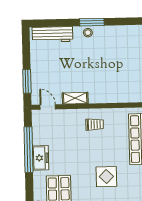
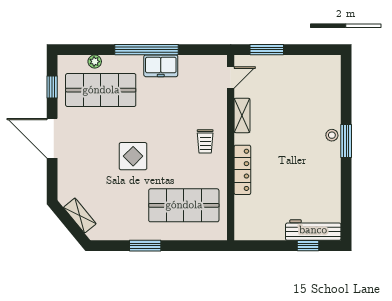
workbench: (52, 34) -> (331, 86), removed
locker: (115, 97) -> (242, 170), added
window: (28, 150) -> (146, 50), moved

